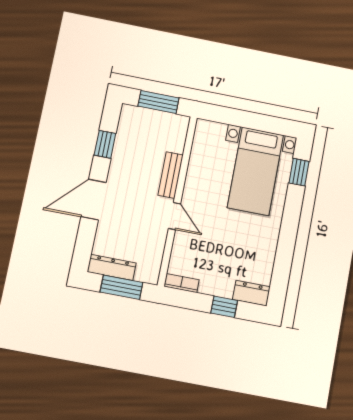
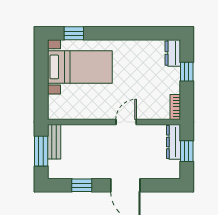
bench: (171, 175) -> (54, 142), moved, turned 90
dresser: (112, 267) -> (173, 142), moved
window: (121, 287) -> (187, 151), width x0.67

